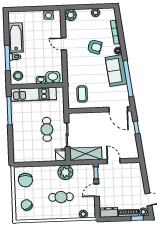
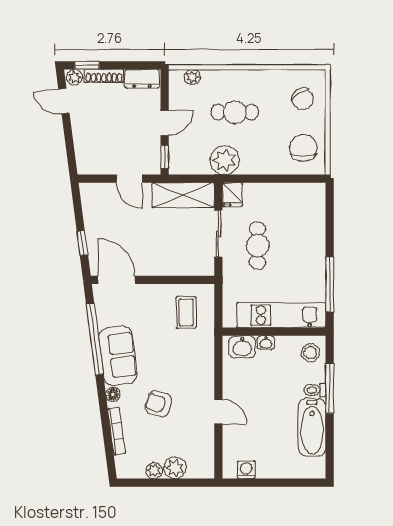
plant: (71, 15) -> (175, 468), moved

